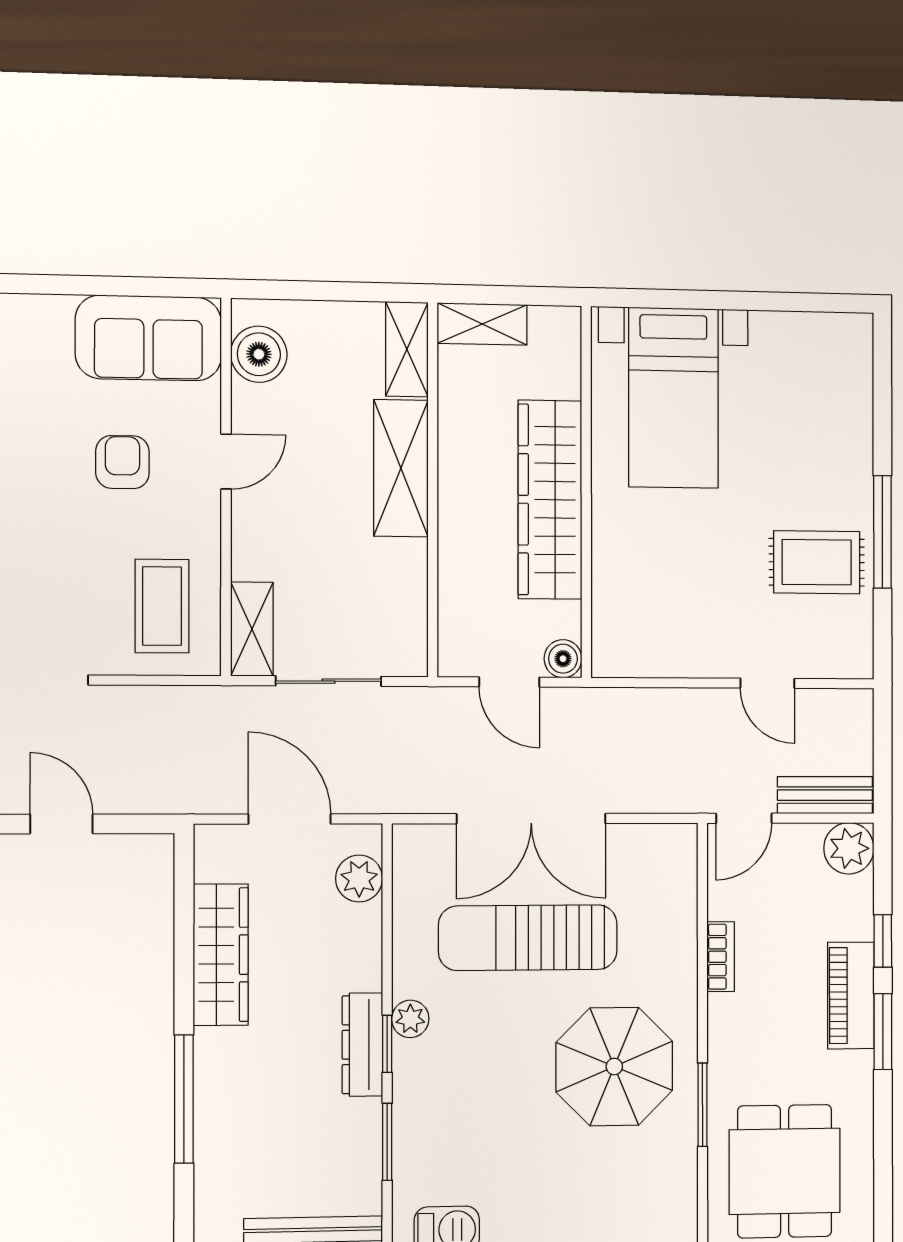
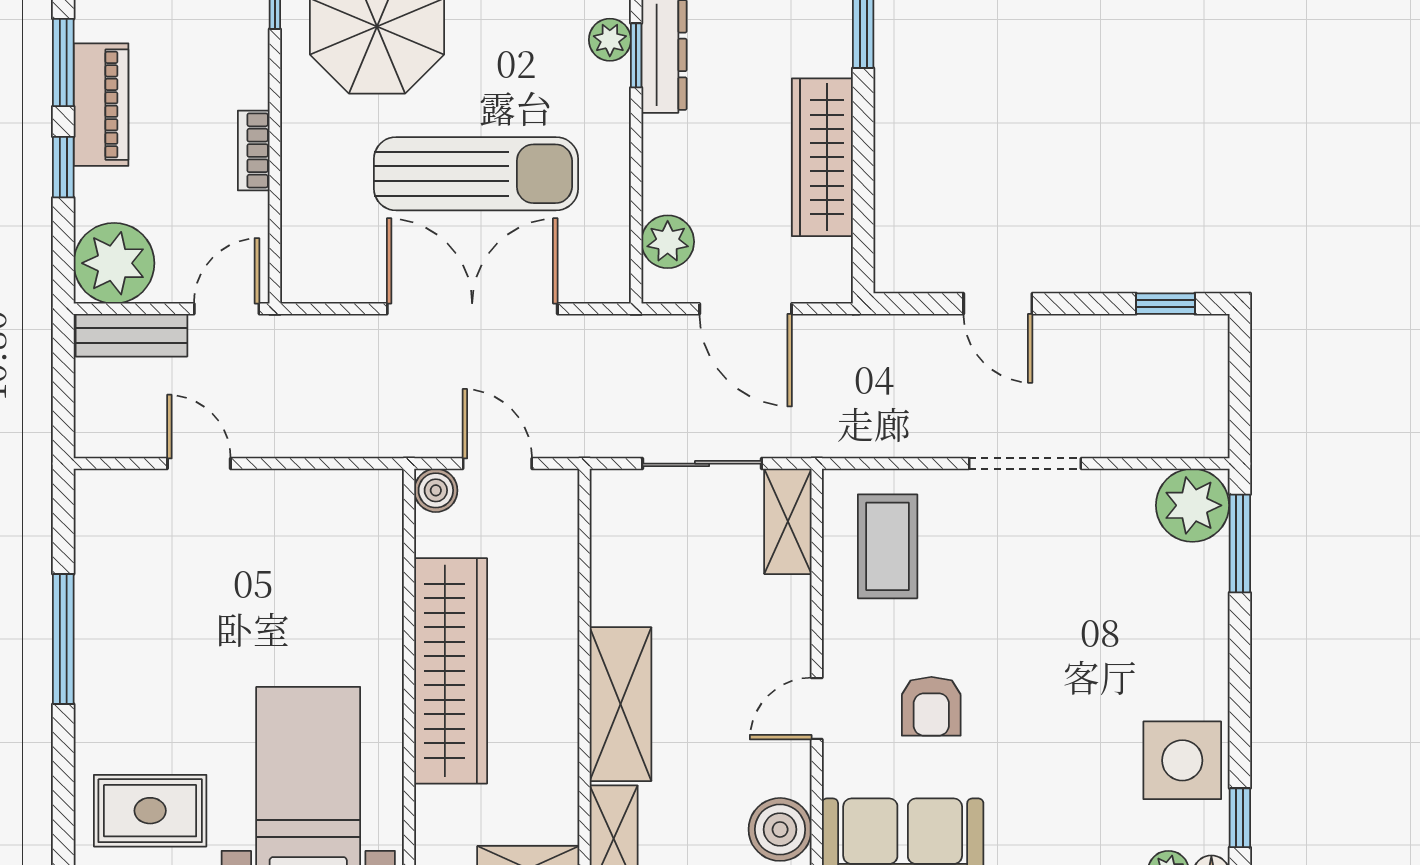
rug: (817, 562) -> (150, 811), moved
plant: (849, 848) -> (114, 263), width x1.36, depth x1.36
plant: (410, 1019) -> (610, 40), moved

